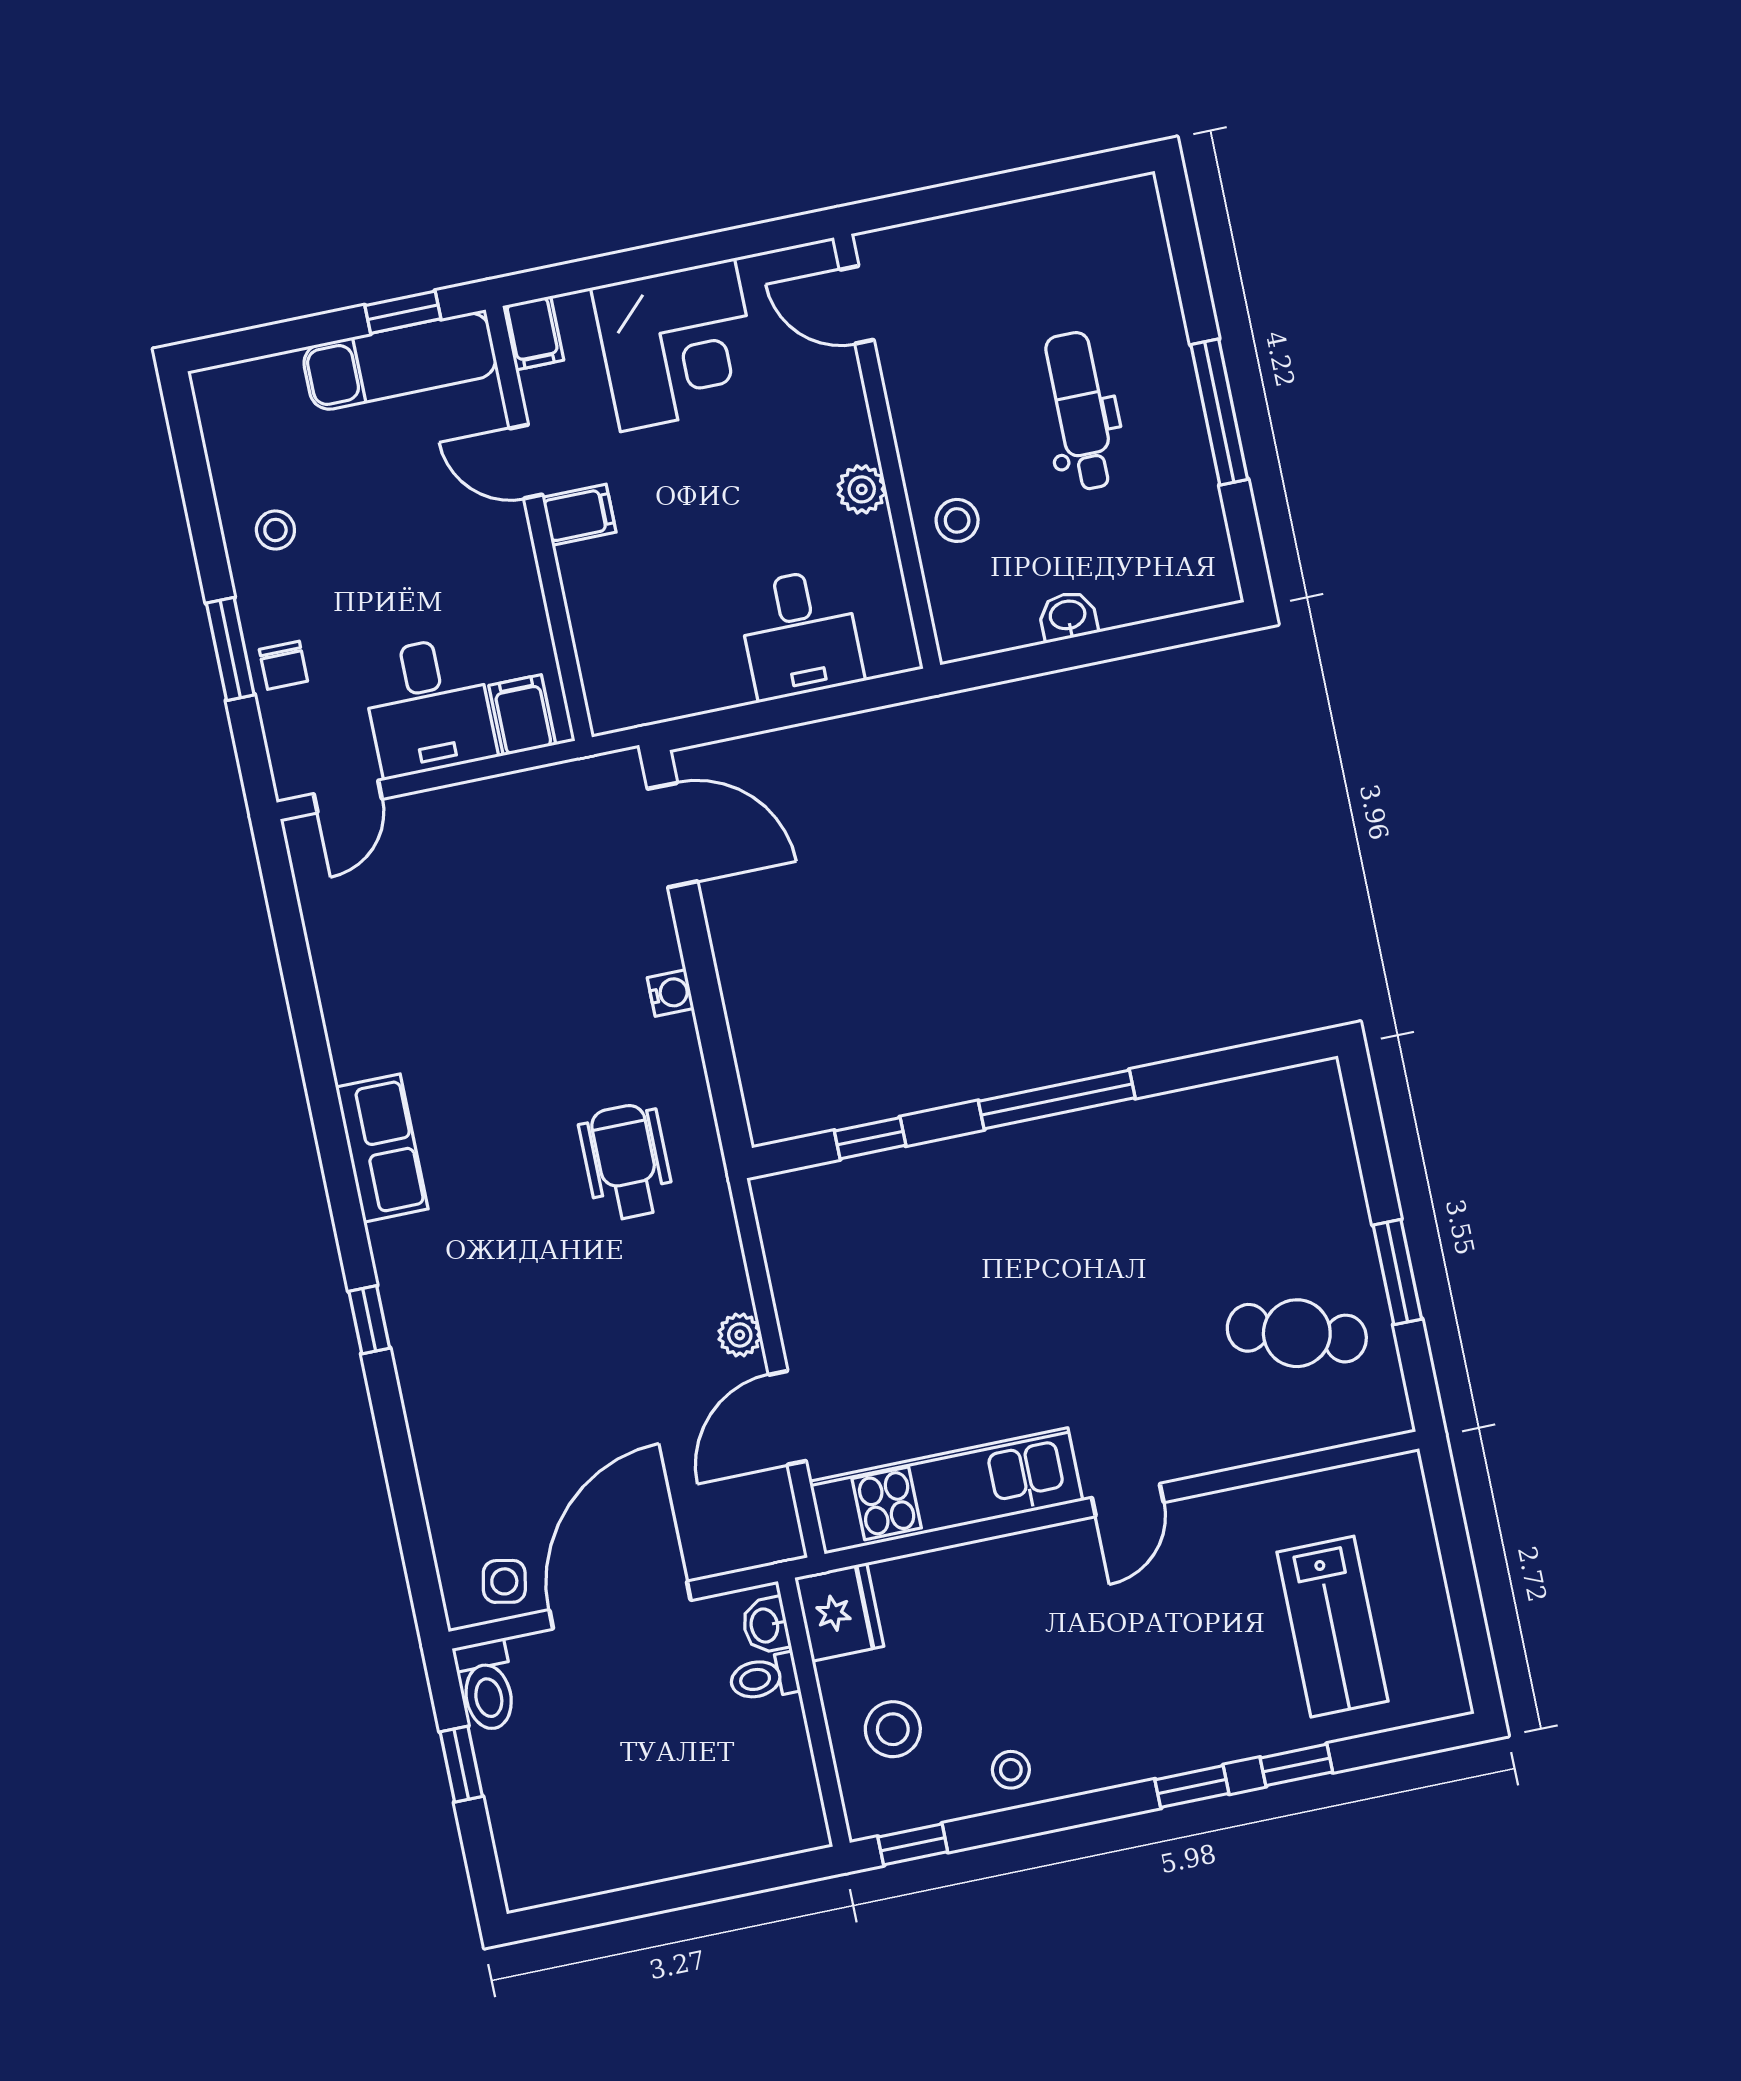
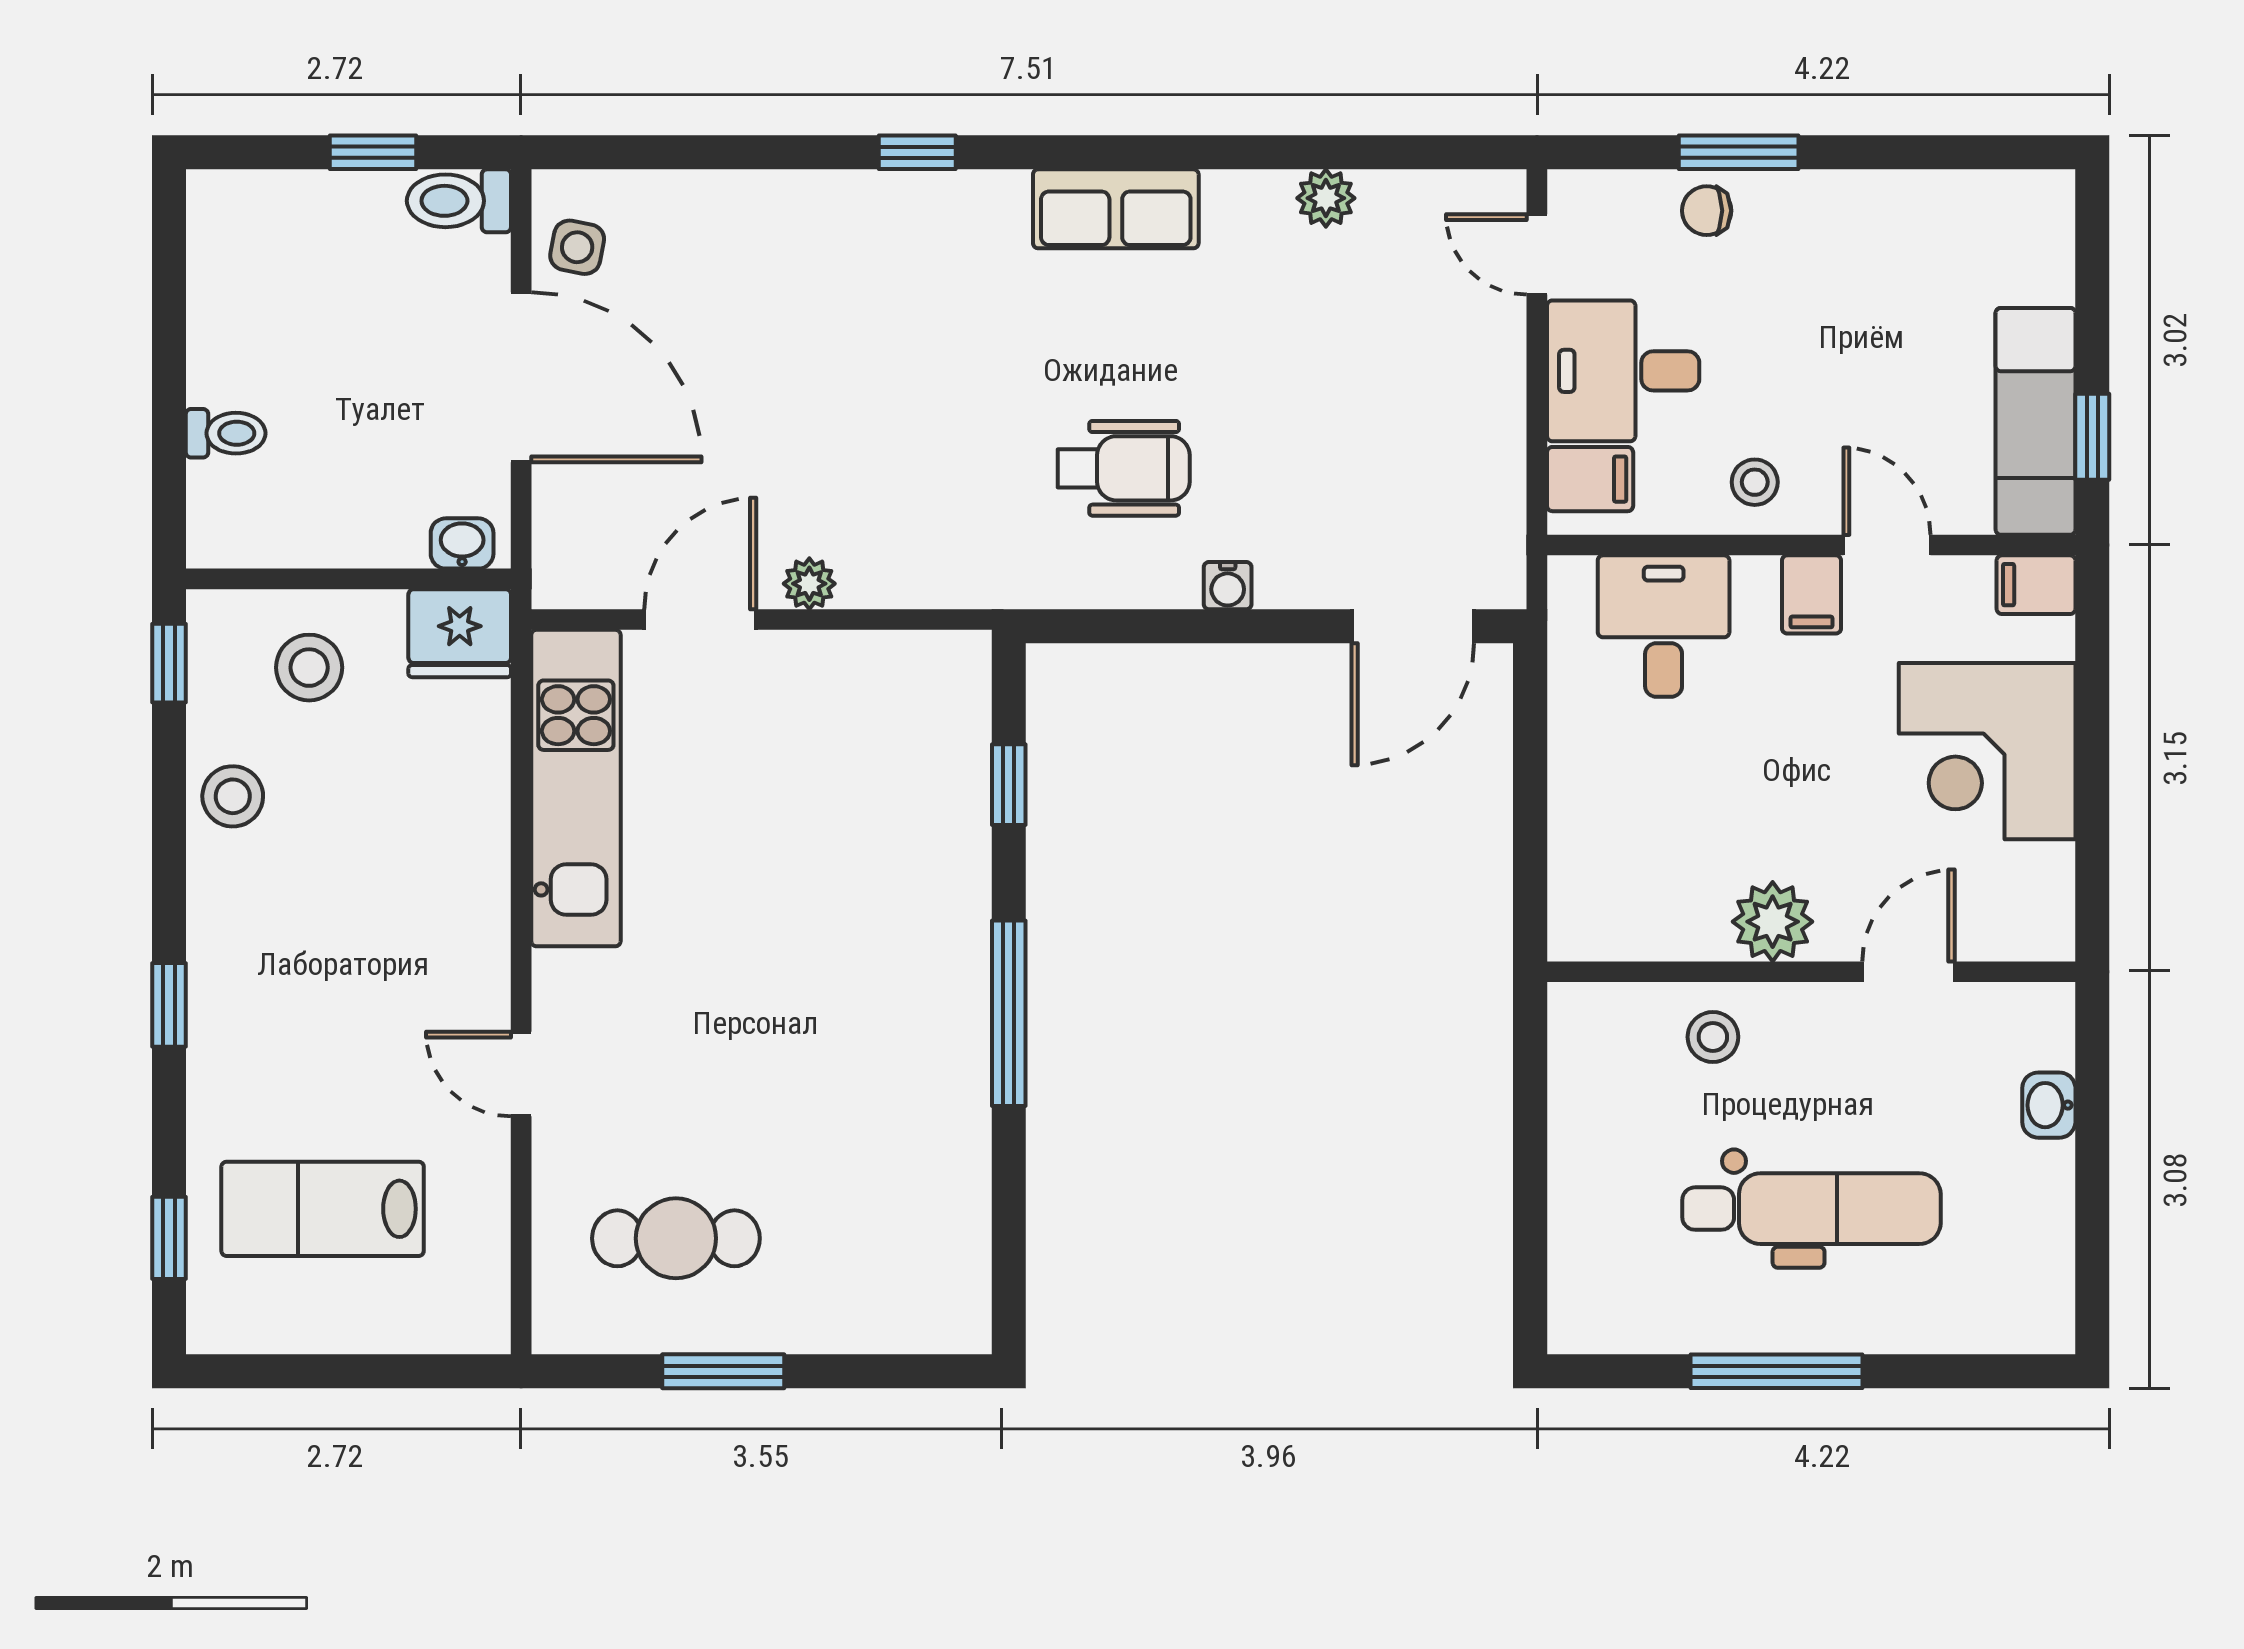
door: (857, 305) -> (1909, 972), moved
dental chair: (1081, 411) -> (1811, 1209), width x1.36, depth x1.38
door: (526, 462) -> (1887, 545), hinge flipped
plant: (862, 489) -> (1773, 922), width x1.38, depth x1.38
stool: (275, 530) -> (1755, 482), moved
washbasin: (1068, 616) -> (2049, 1105), moved, turned 180
desk: (800, 634) -> (1664, 626), moved, turned 90
plant: (337, 978) -> (1326, 198), added
wheelchair: (626, 1162) -> (1124, 468), moved
cafe table: (1297, 1333) -> (676, 1238), turned 72
door: (787, 1418) -> (700, 620), hinge flipped
door: (1128, 1500) -> (521, 1074), moved
toilet: (764, 1678) -> (226, 433), moved, turned 90
window: (1296, 1765) -> (169, 1238), moved
stool: (1011, 1770) -> (233, 796), width x1.37, depth x1.37

